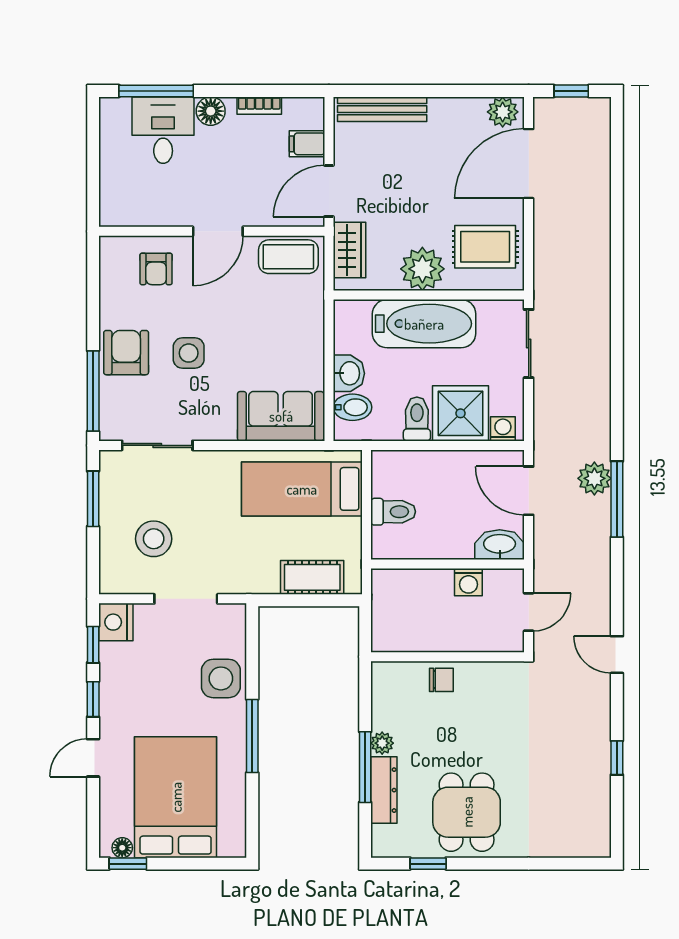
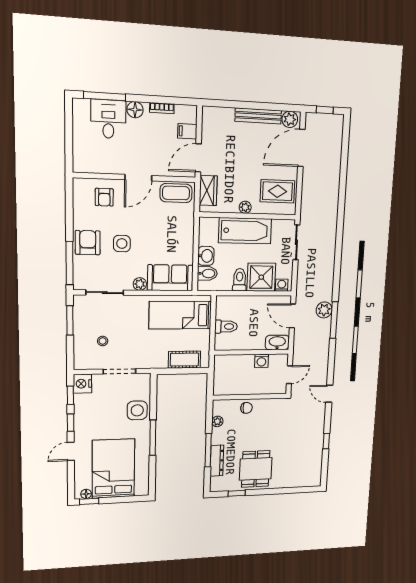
bench: (382, 109) -> (258, 116), moved
plant: (422, 269) -> (245, 207), width x0.53, depth x0.53
plant: (223, 429) -> (140, 284), added
stool: (154, 539) -> (103, 341), width x0.53, depth x0.53
plant: (382, 743) -> (217, 421), moved

